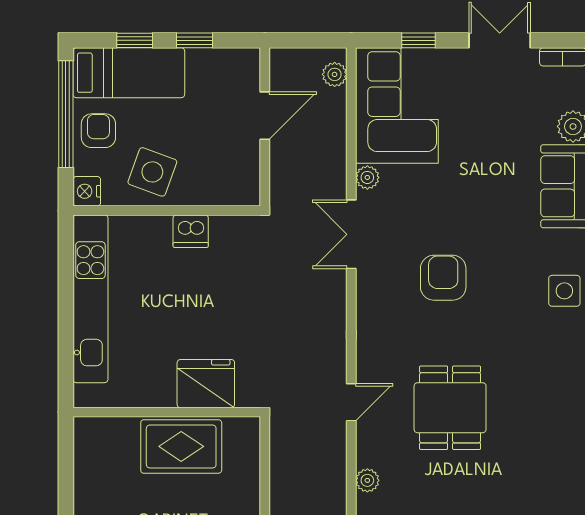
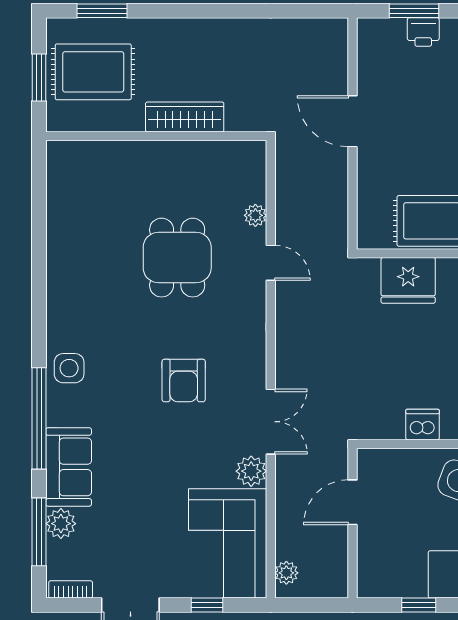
door: (265, 116) -> (352, 502), moved
plant: (367, 177) -> (251, 471), width x1.38, depth x1.38
door: (351, 402) -> (271, 263), swing flipped
plant: (367, 480) -> (255, 215), moved

